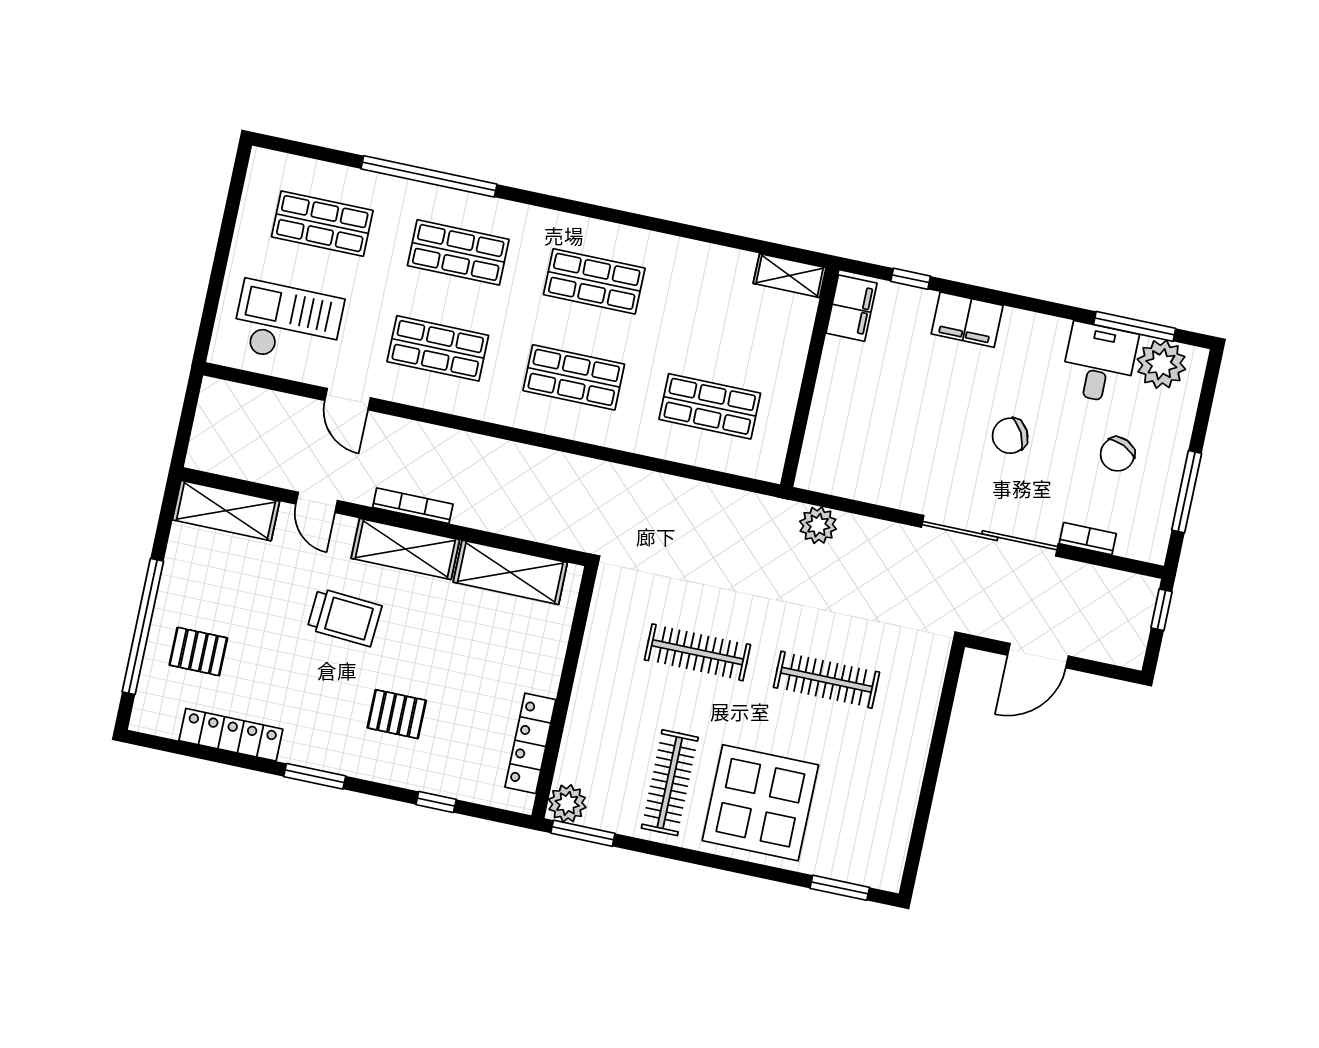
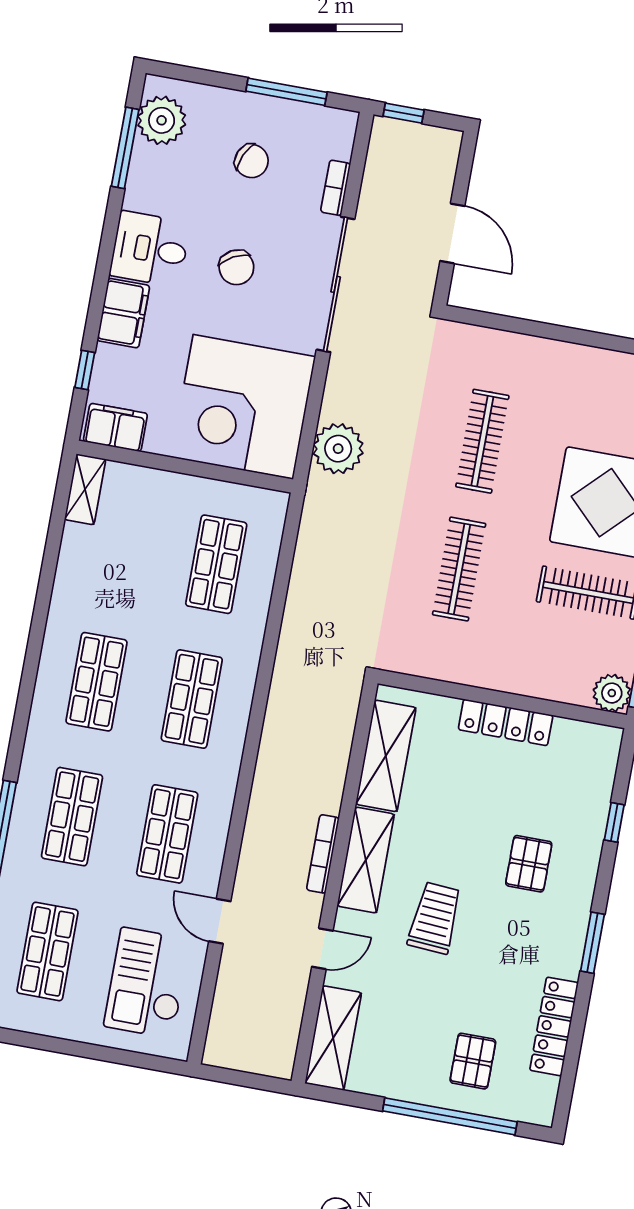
desk: (1099, 363) -> (150, 249), moved
door: (348, 399) -> (220, 921), swing flipped
corner desk: (869, 438) -> (243, 407), added
plant: (818, 525) -> (338, 449), width x1.36, depth x1.36
locker: (530, 743) -> (506, 722), moved

